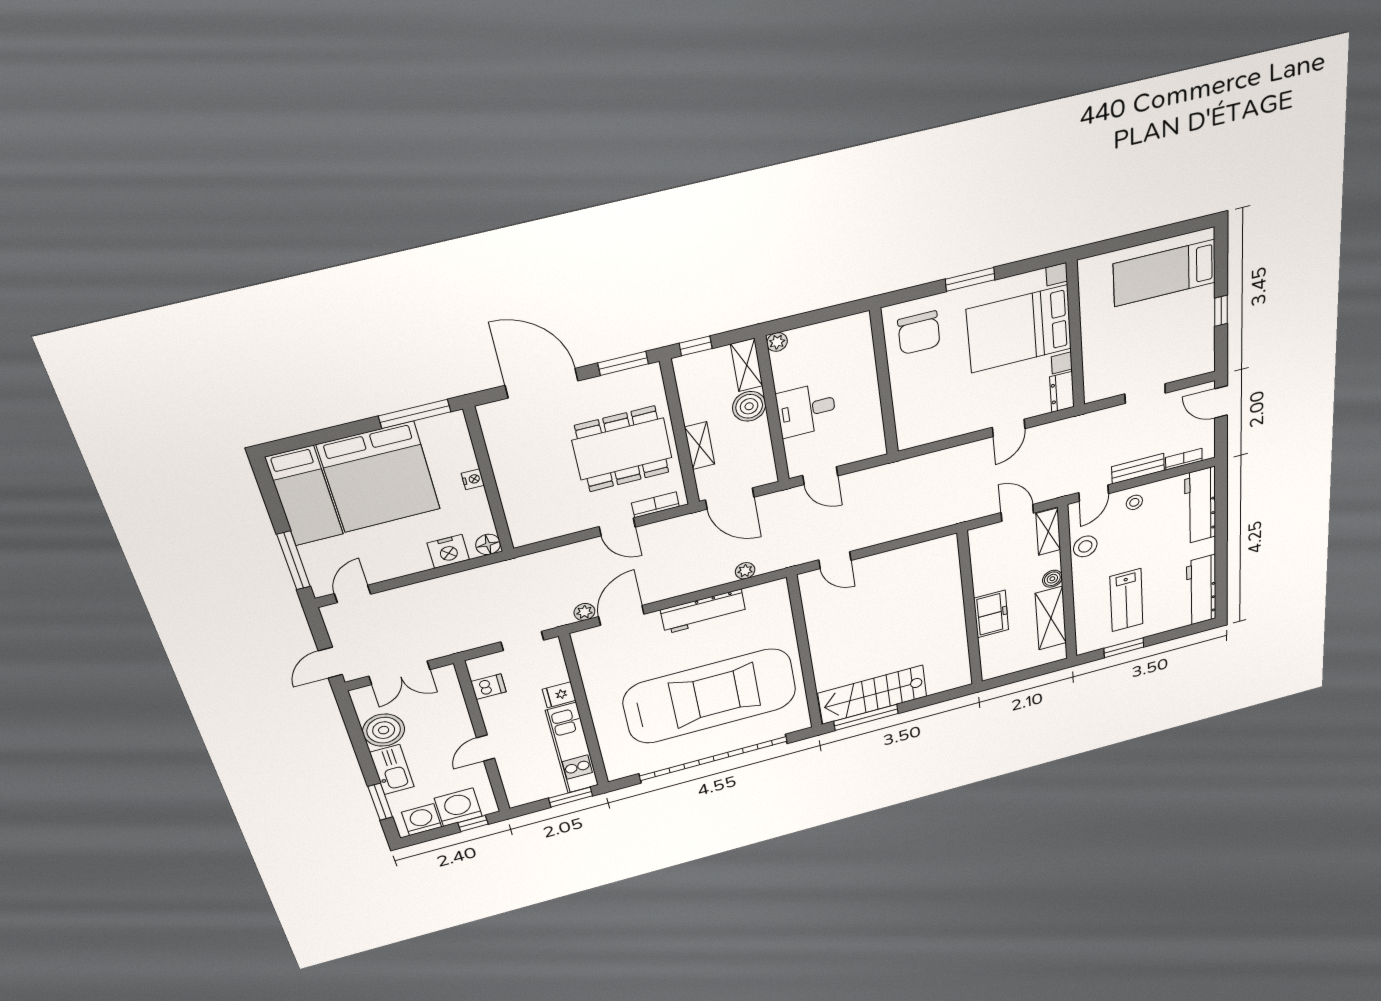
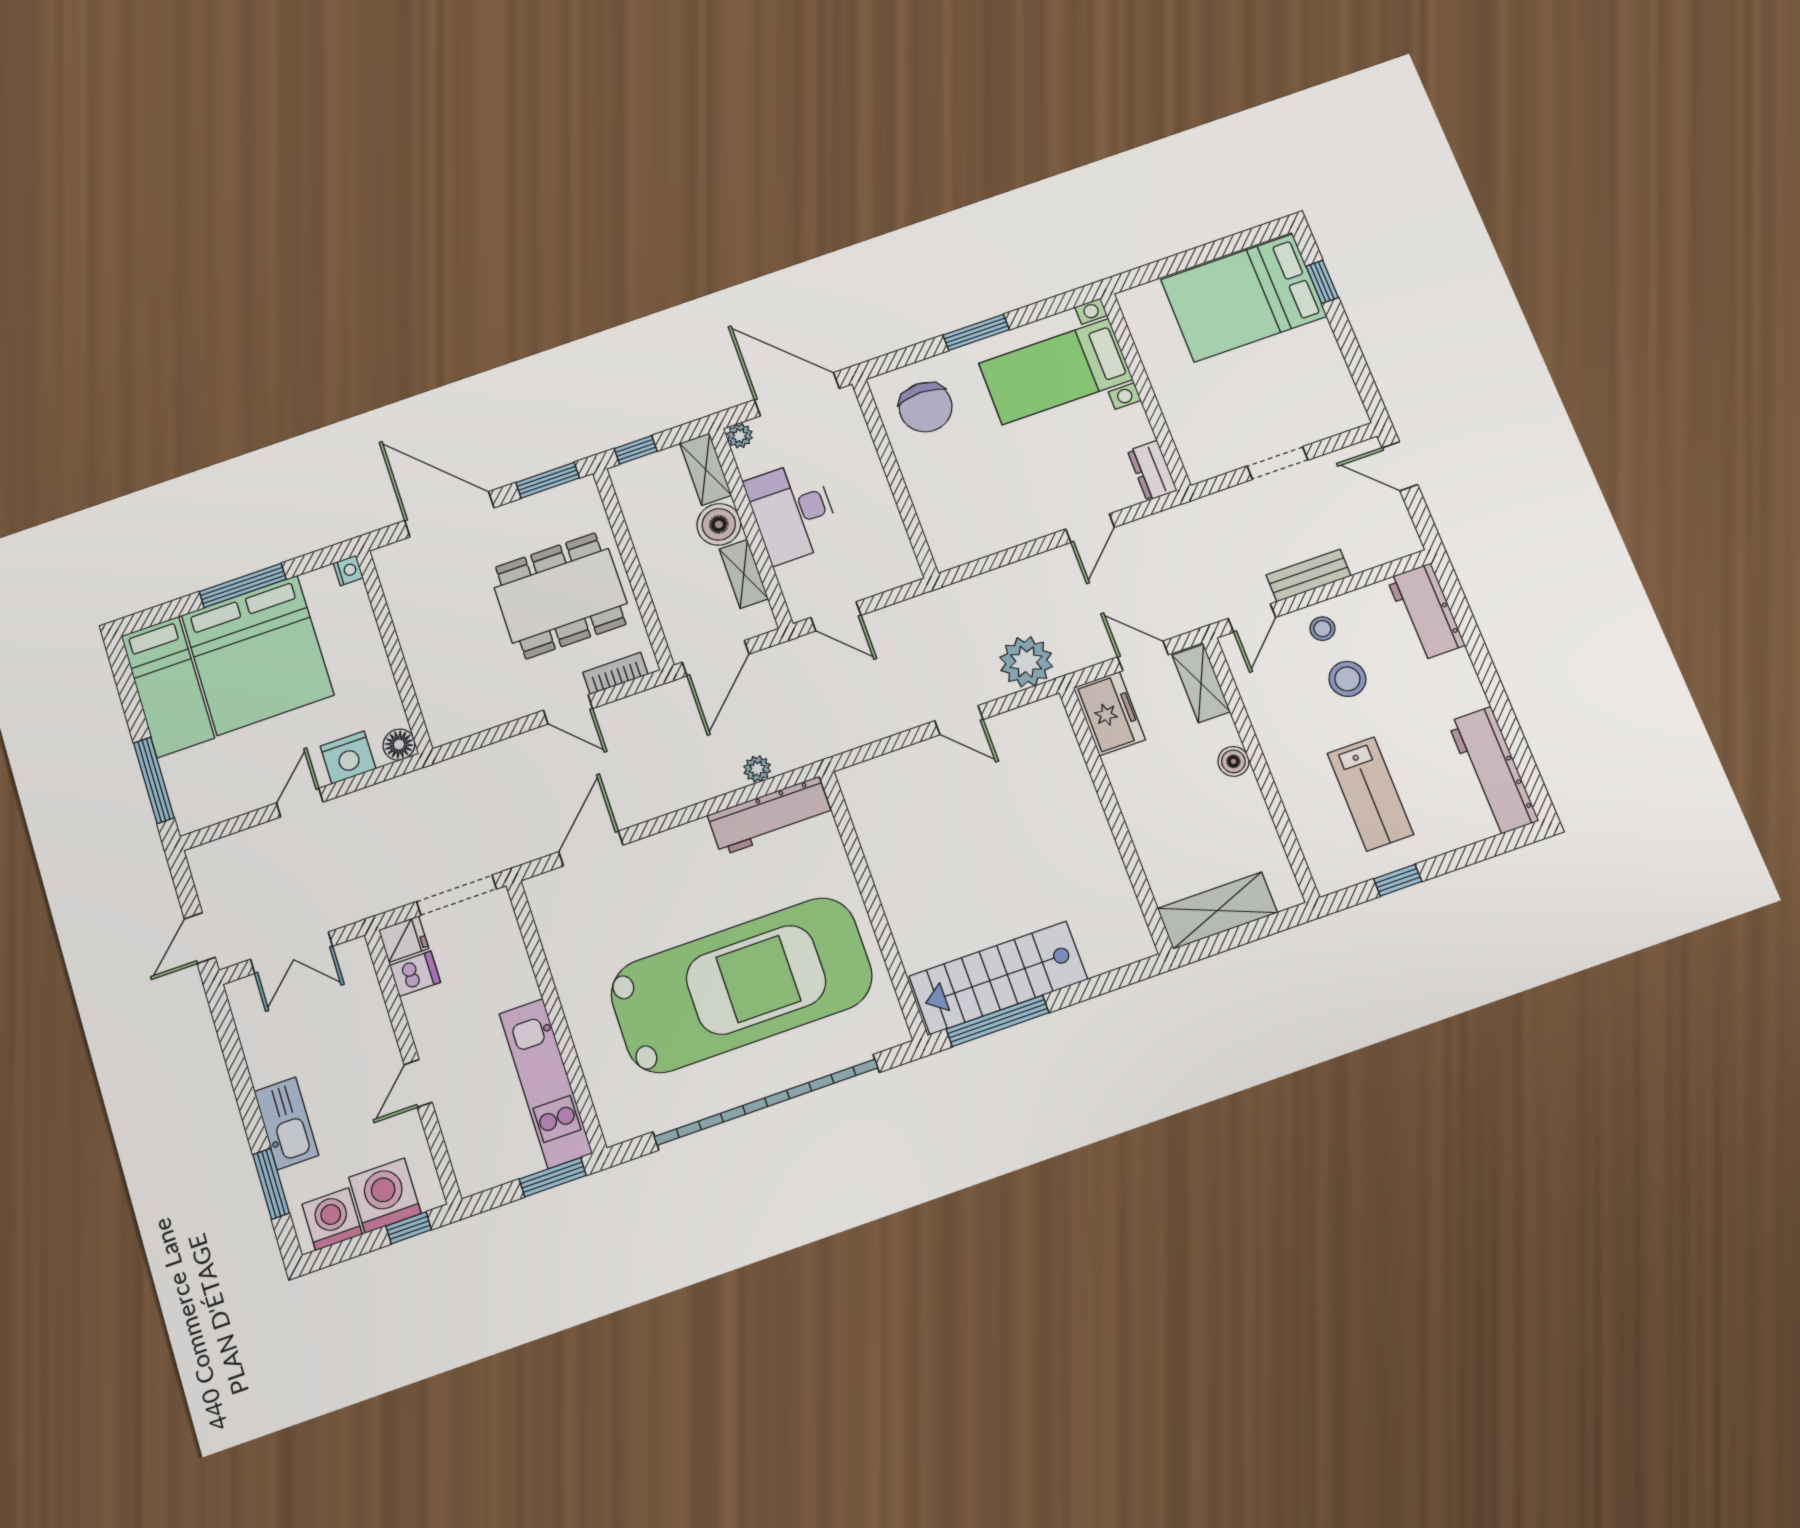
bed: (1165, 273) -> (1244, 298), width x1.50
window: (1221, 311) -> (1322, 282), moved
door: (827, 314) -> (797, 394), added
bed with nightstands: (1019, 329) -> (1056, 371), width x0.73
desk: (806, 410) -> (793, 512), width x1.37
window: (415, 414) -> (243, 585), moved
shelving: (699, 446) -> (744, 574), moved
bookcase: (1184, 459) -> (1376, 556), removed
nightstand: (473, 479) -> (348, 570), moved
door: (730, 499) -> (716, 658), hinge flipped
workbench: (1200, 505) -> (1426, 612), width x0.73
stool: (1085, 546) -> (1347, 679), moved
door: (835, 560) -> (959, 720), moved
door: (352, 594) -> (300, 803), moved
plant: (584, 612) -> (1026, 662), moved, width x1.88, depth x1.88
workbench: (703, 612) -> (770, 816), moved
freezer: (991, 614) -> (1109, 714), moved
shelving: (1051, 618) -> (1217, 911), moved, turned 90
doorway: (522, 641) -> (456, 895), width x1.38
window: (1124, 648) -> (1398, 880), width x0.67
fridge: (559, 695) -> (404, 939), moved, turned 180
boiler: (384, 730) -> (273, 1052), removed

